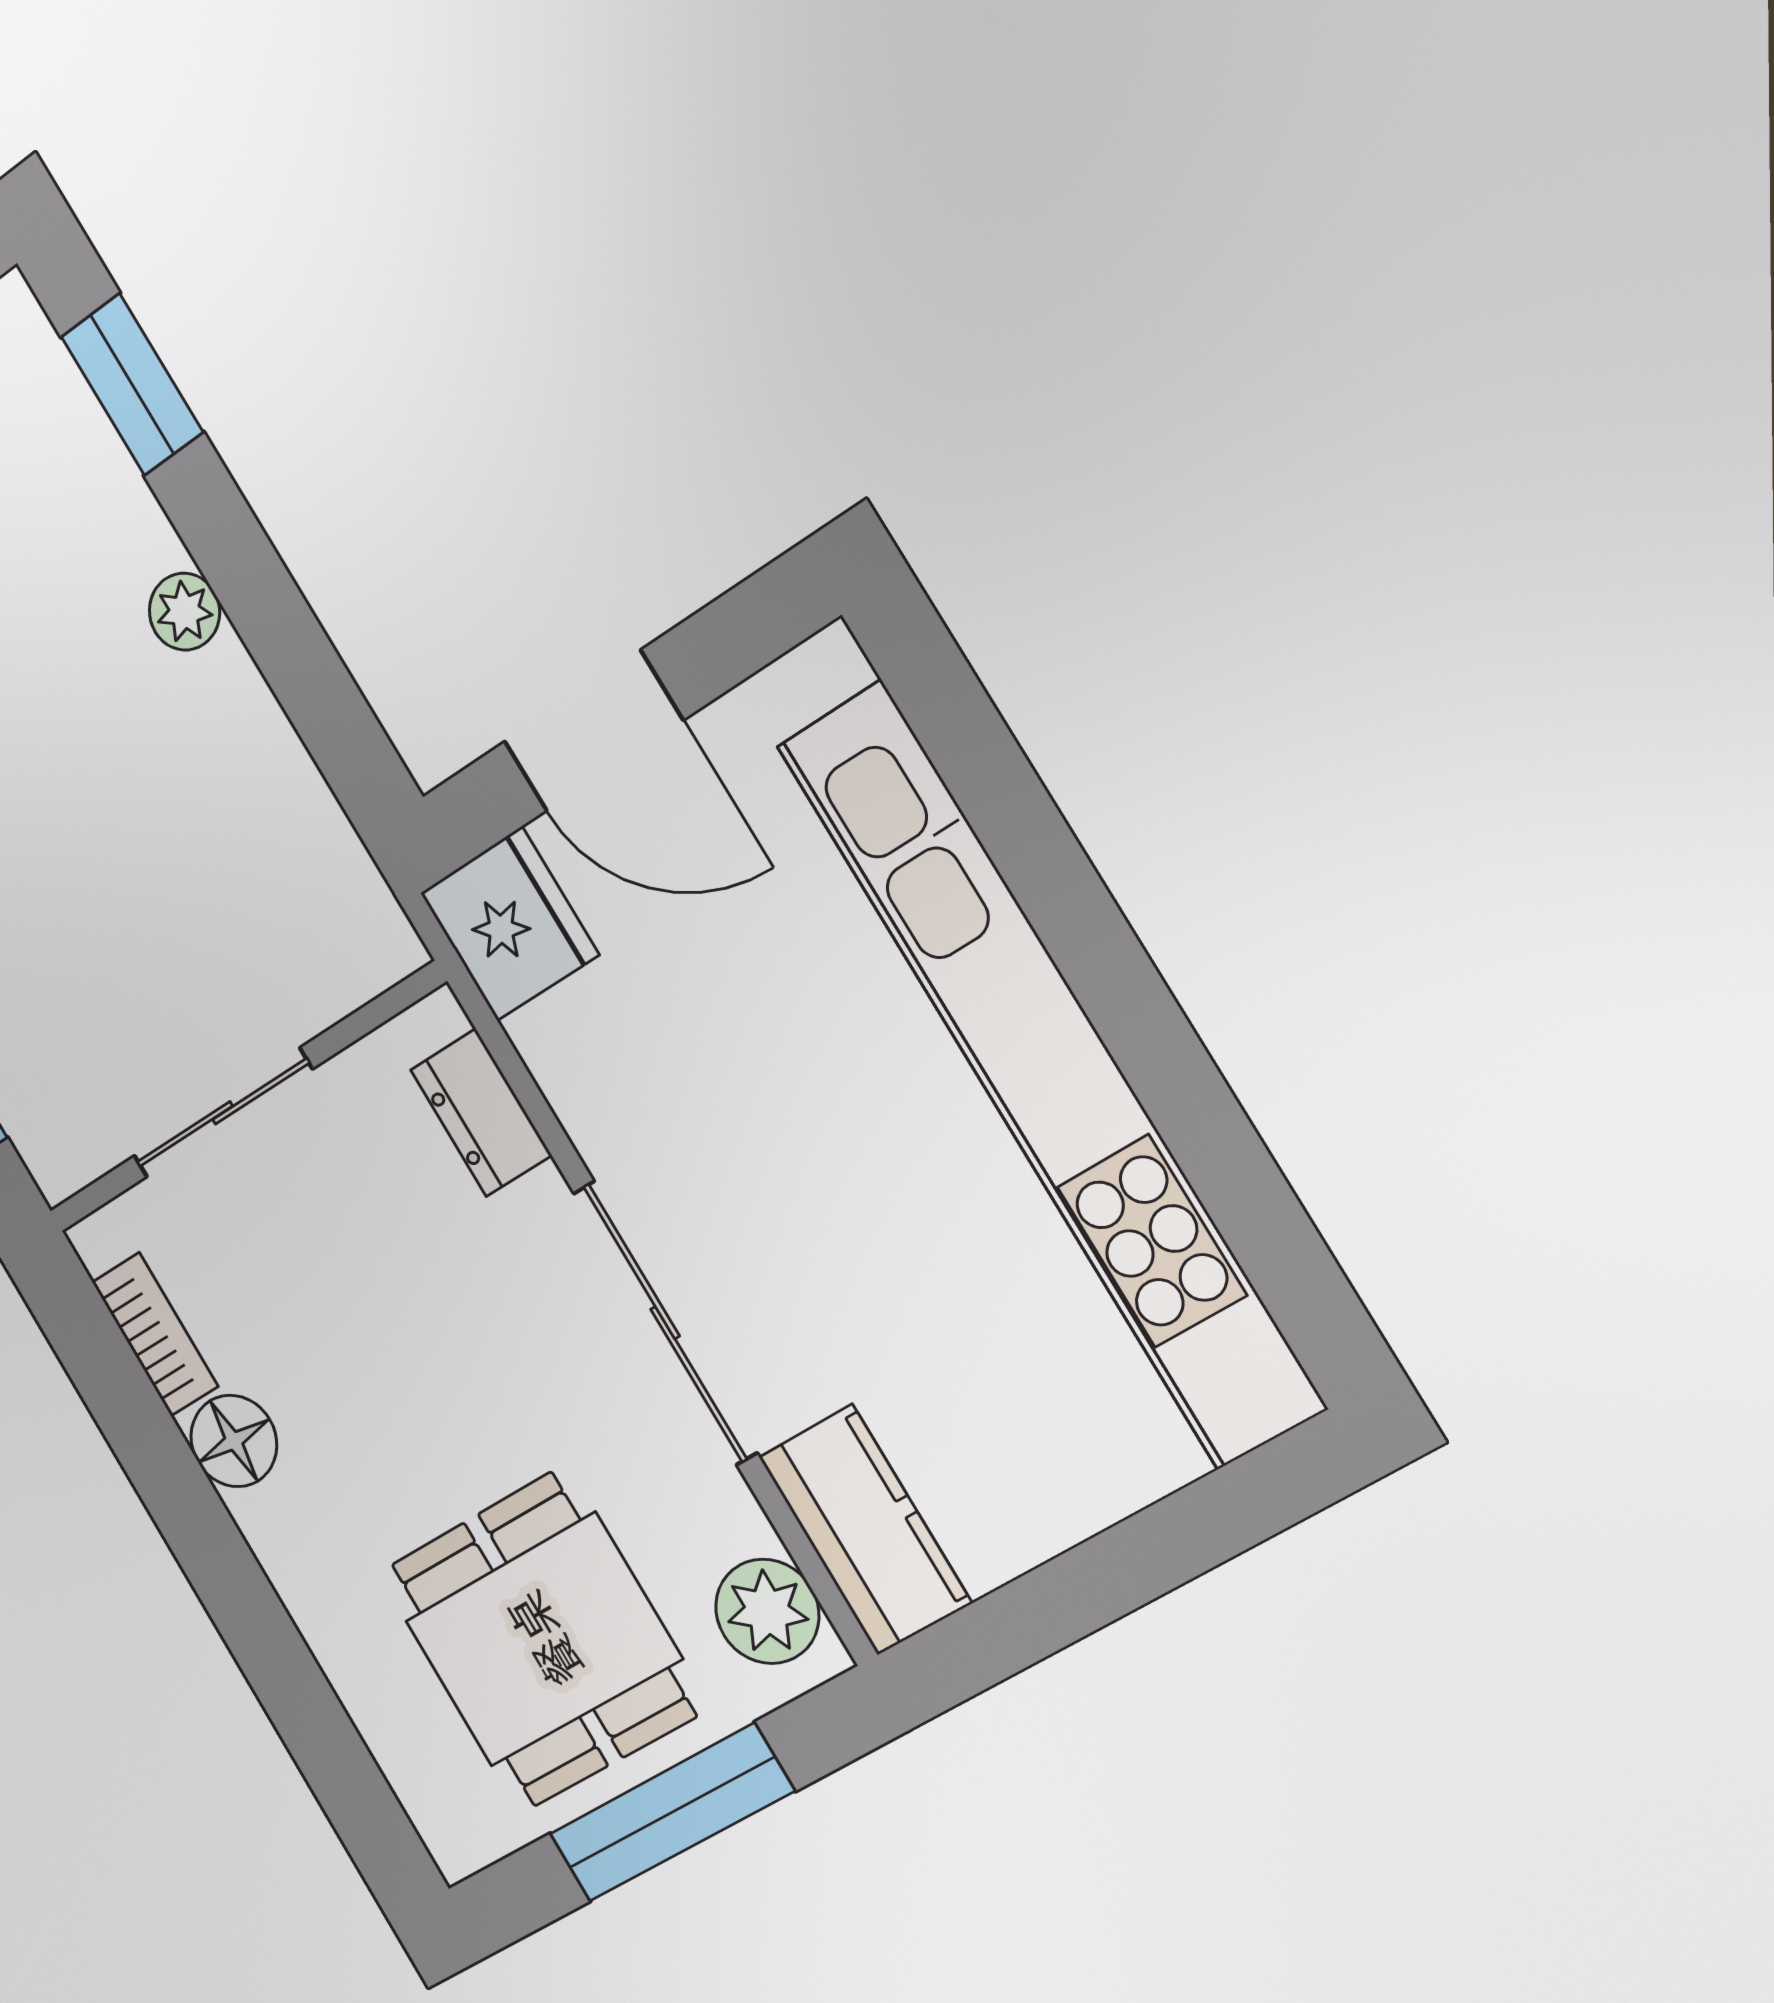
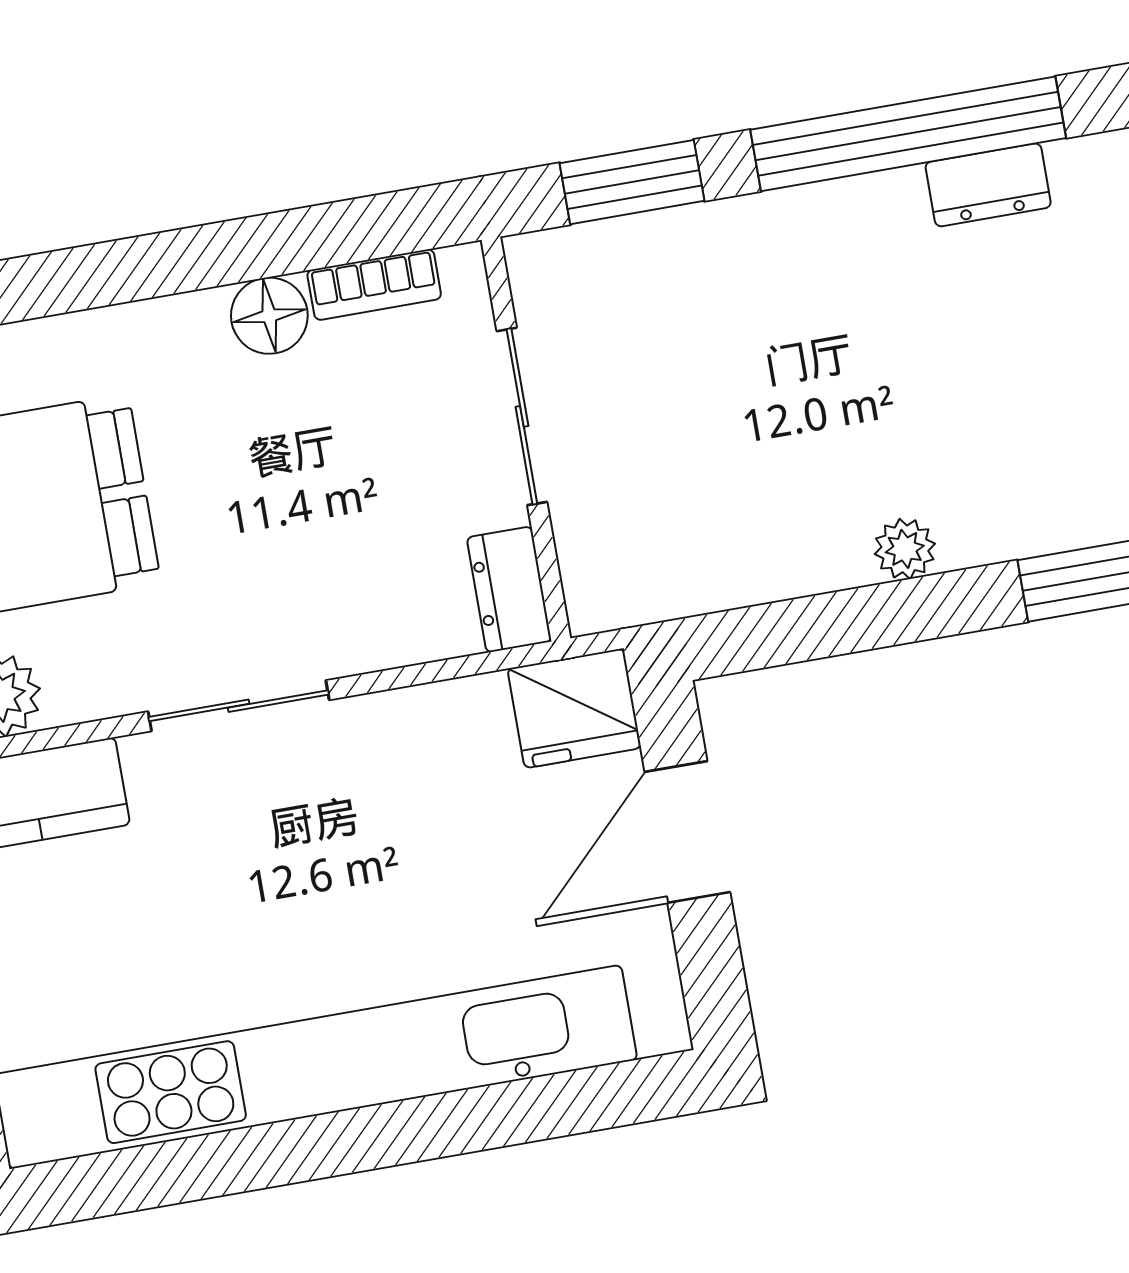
dresser: (481, 1113) -> (509, 589), moved, turned -90
sliding door: (665, 1323) -> (239, 706), width x0.73

